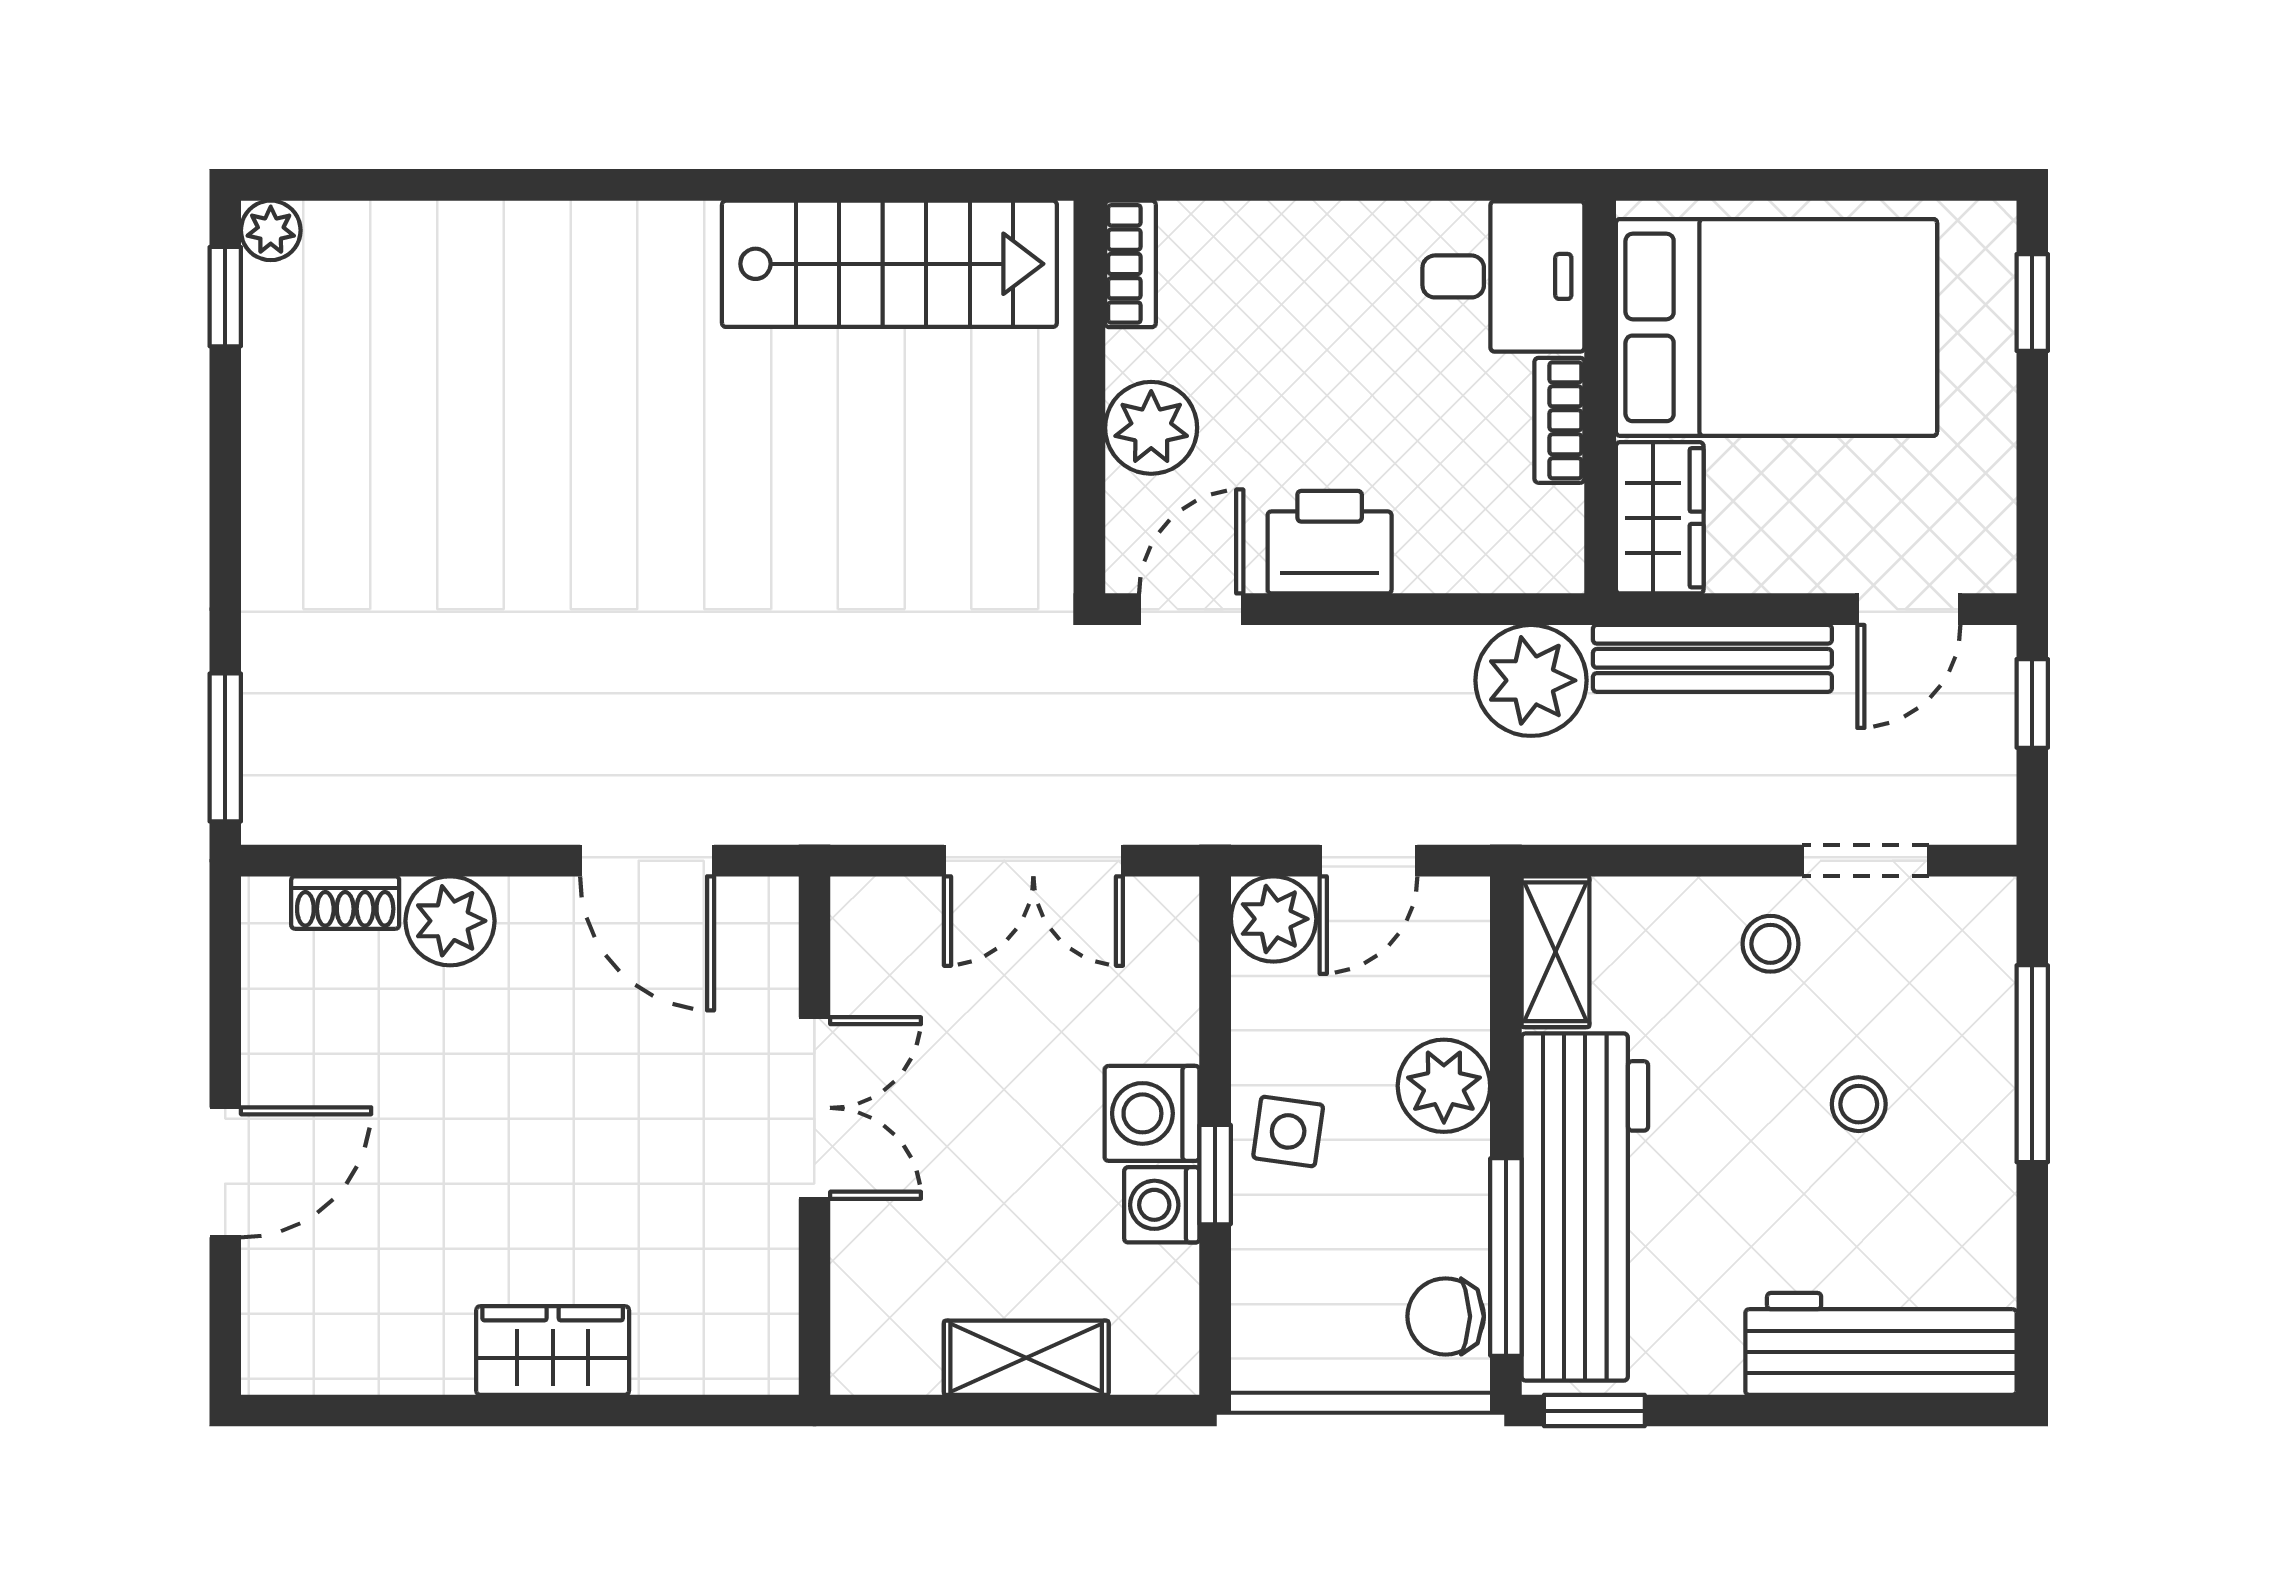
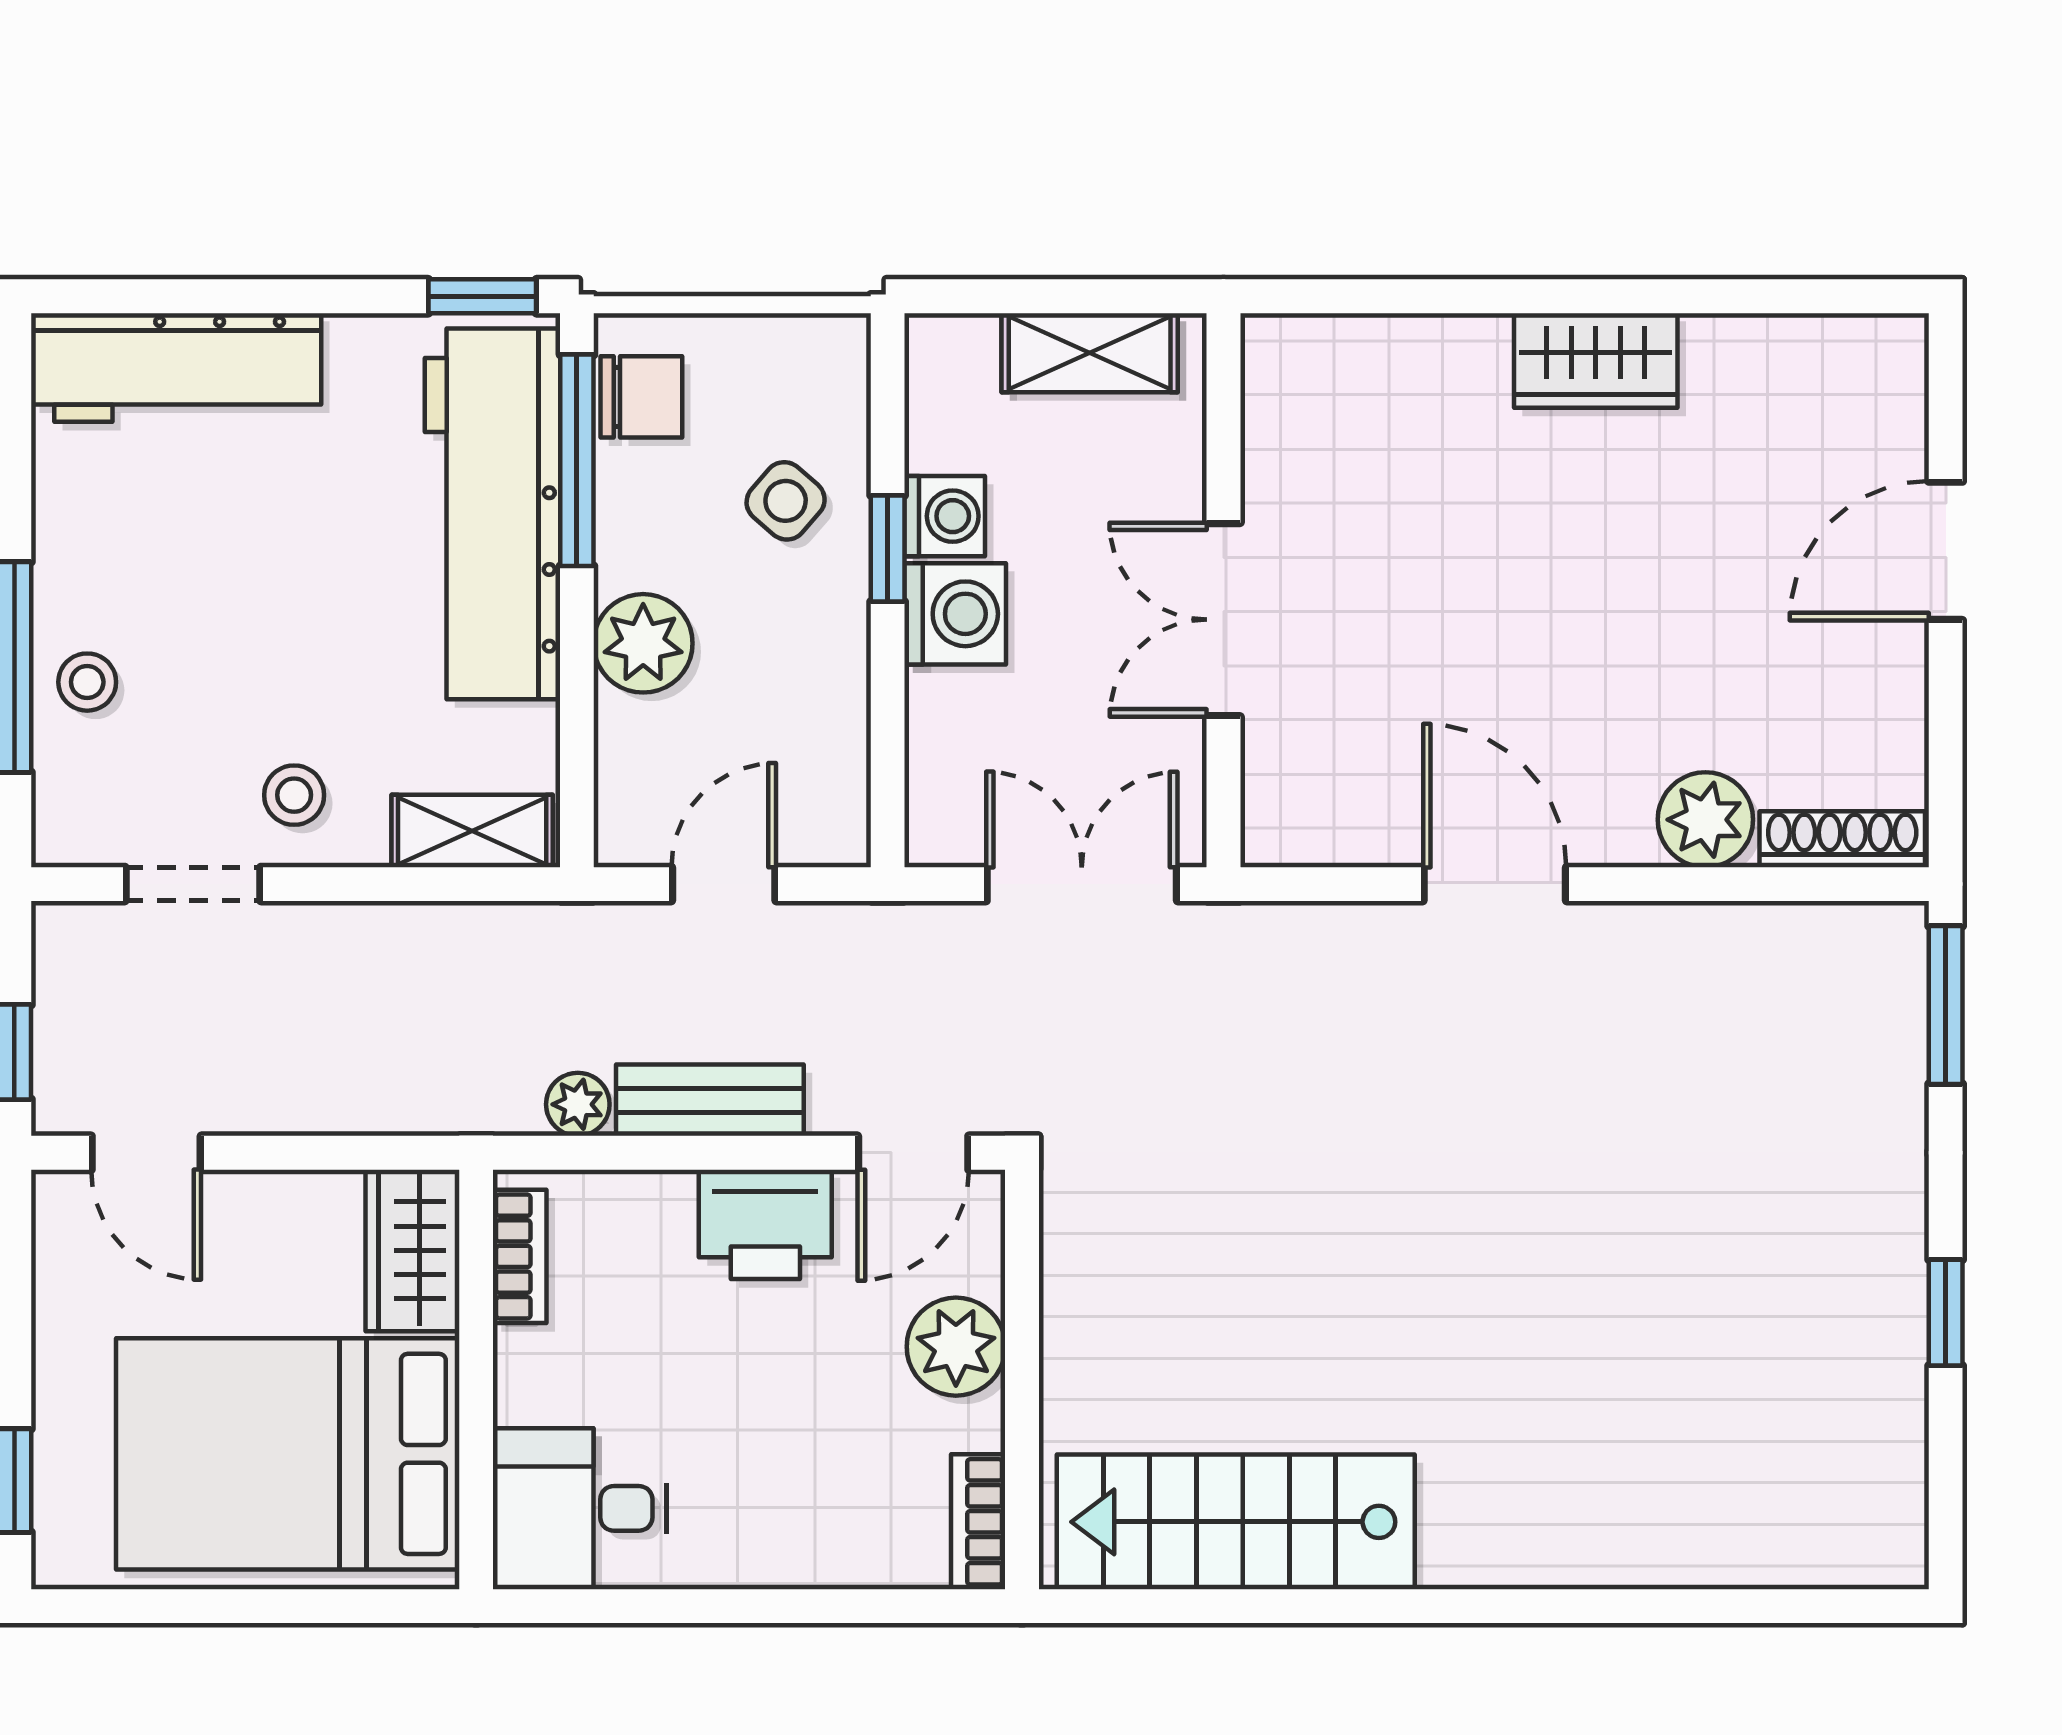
plant: (271, 230) -> (1897, 1558), removed
window: (225, 297) -> (1946, 1313), moved
bookcase: (1559, 420) -> (520, 1256), moved
door: (1909, 609) -> (146, 1153), swing flipped
bench: (1712, 658) -> (710, 1100), moved, width x0.73
plant: (1531, 680) -> (578, 1104), width x0.53, depth x0.53
shoe rack: (345, 903) -> (1842, 839), width x1.43
plant: (1274, 919) -> (825, 822), removed
shelving: (1555, 952) -> (472, 831), moved, turned 90
stool: (1859, 1104) -> (87, 682), moved
double door: (814, 1108) -> (1224, 620), moved
side table: (1288, 1131) -> (786, 501), moved, turned 33
wall: (814, 1136) -> (1224, 590), moved

